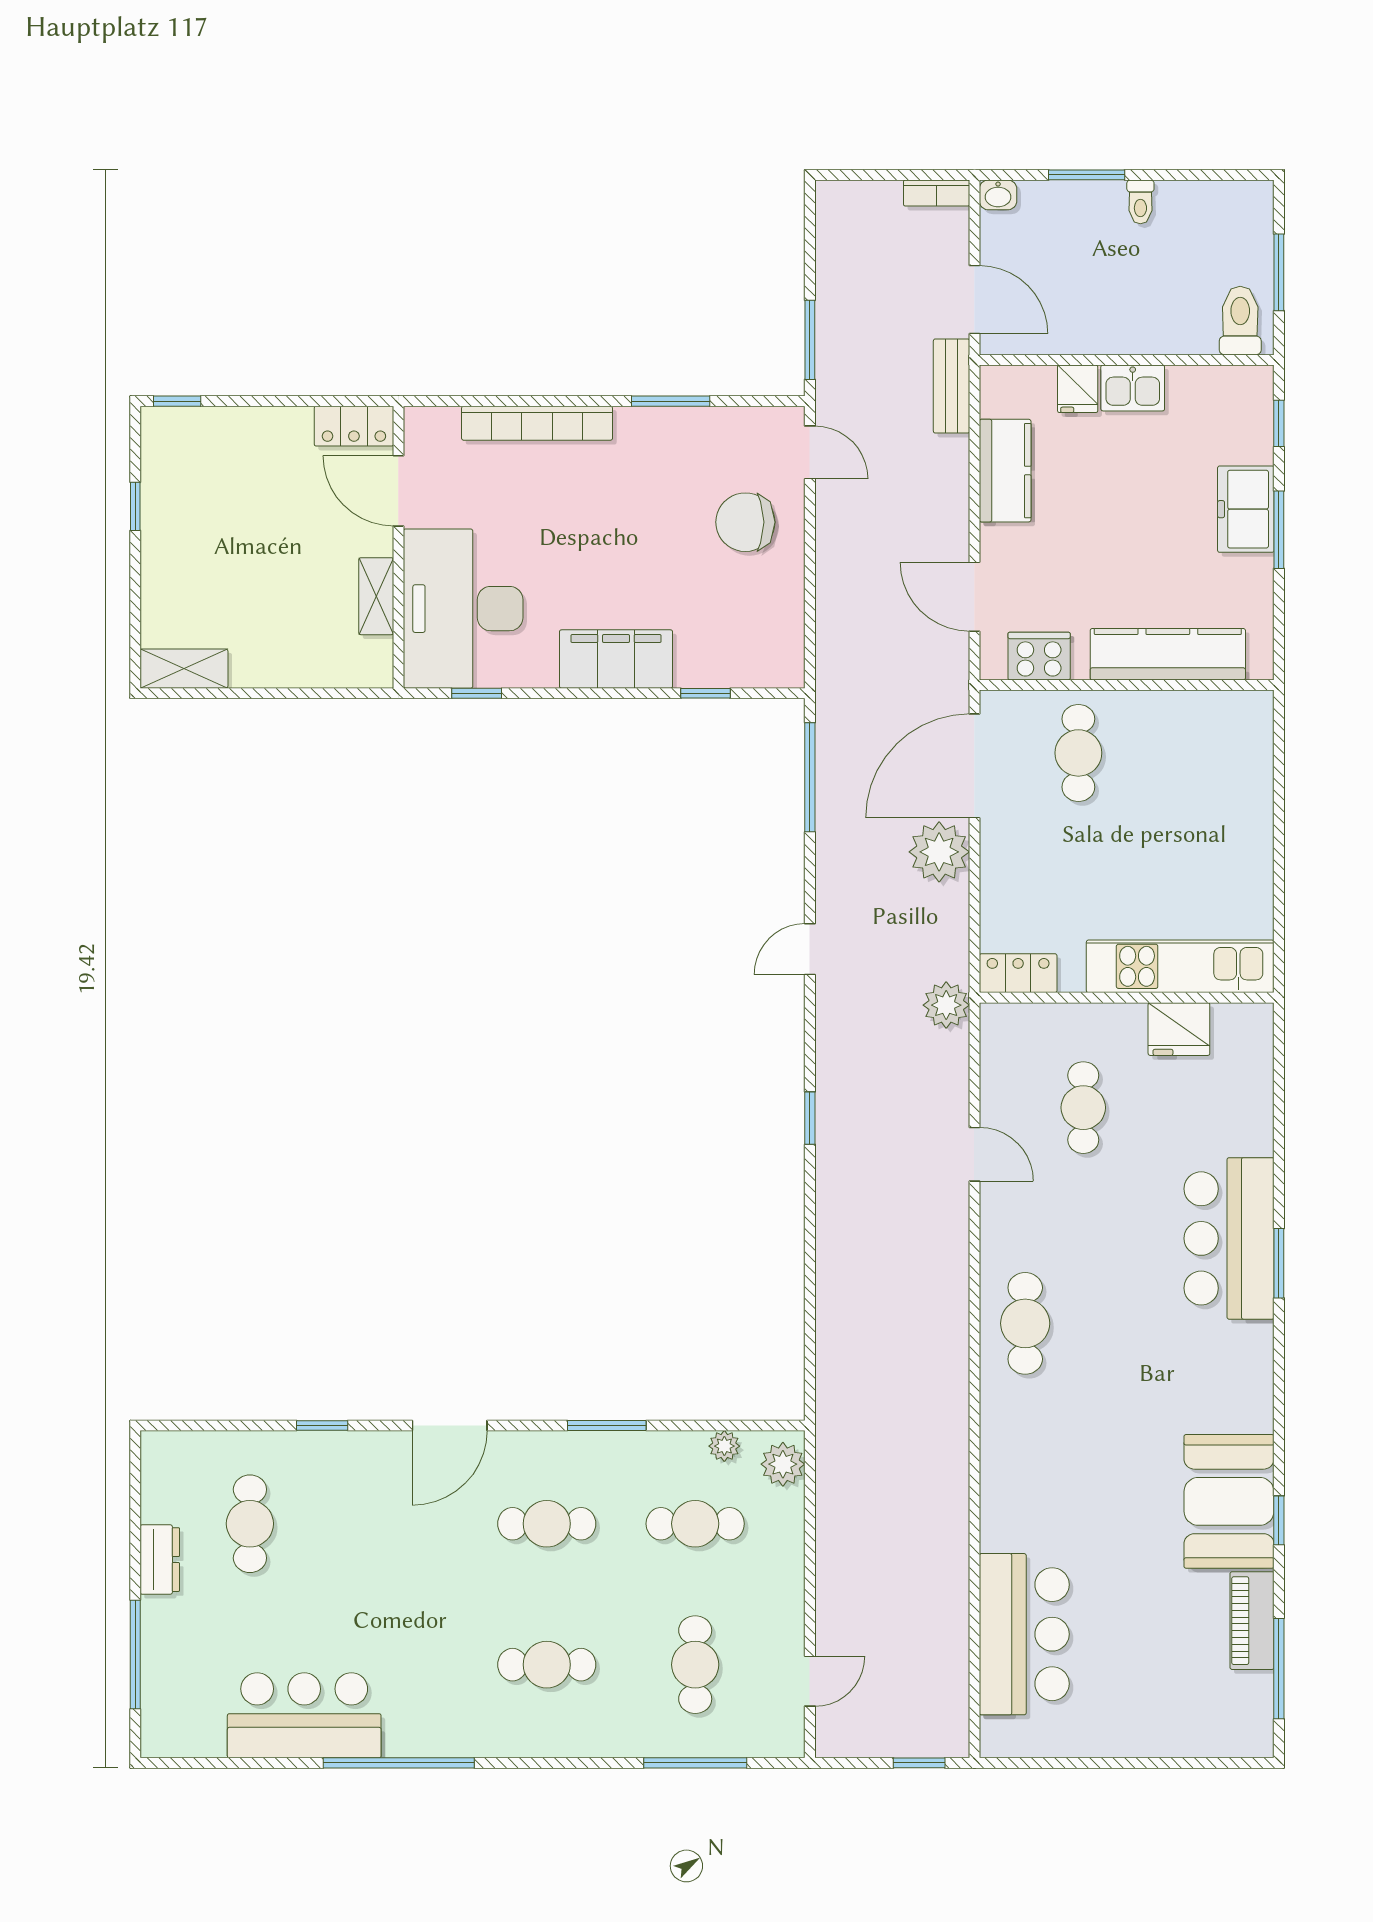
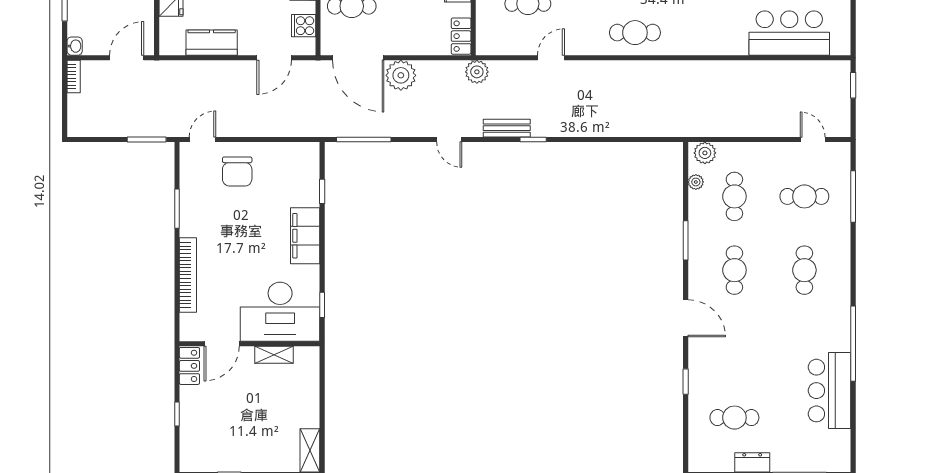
bench: (951, 386) -> (507, 128), moved
window: (177, 401) -> (177, 414), moved
cooker: (1039, 656) -> (304, 26), width x0.73

